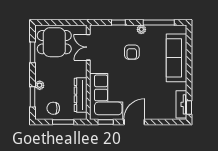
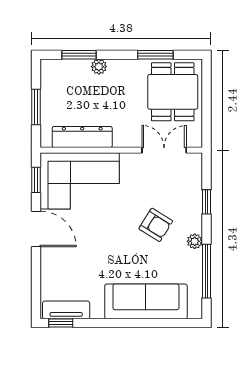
armchair: (132, 52) -> (156, 225), turned -148
chair: (53, 108) -> (60, 90), removed

